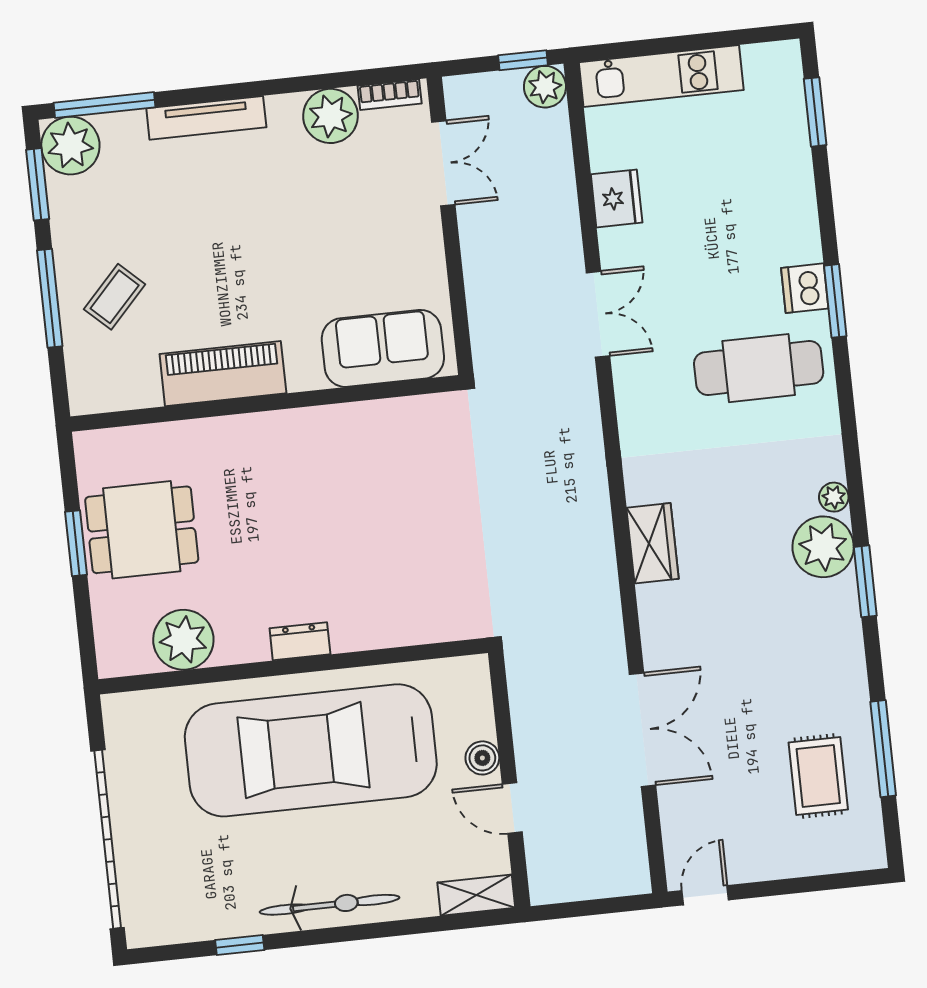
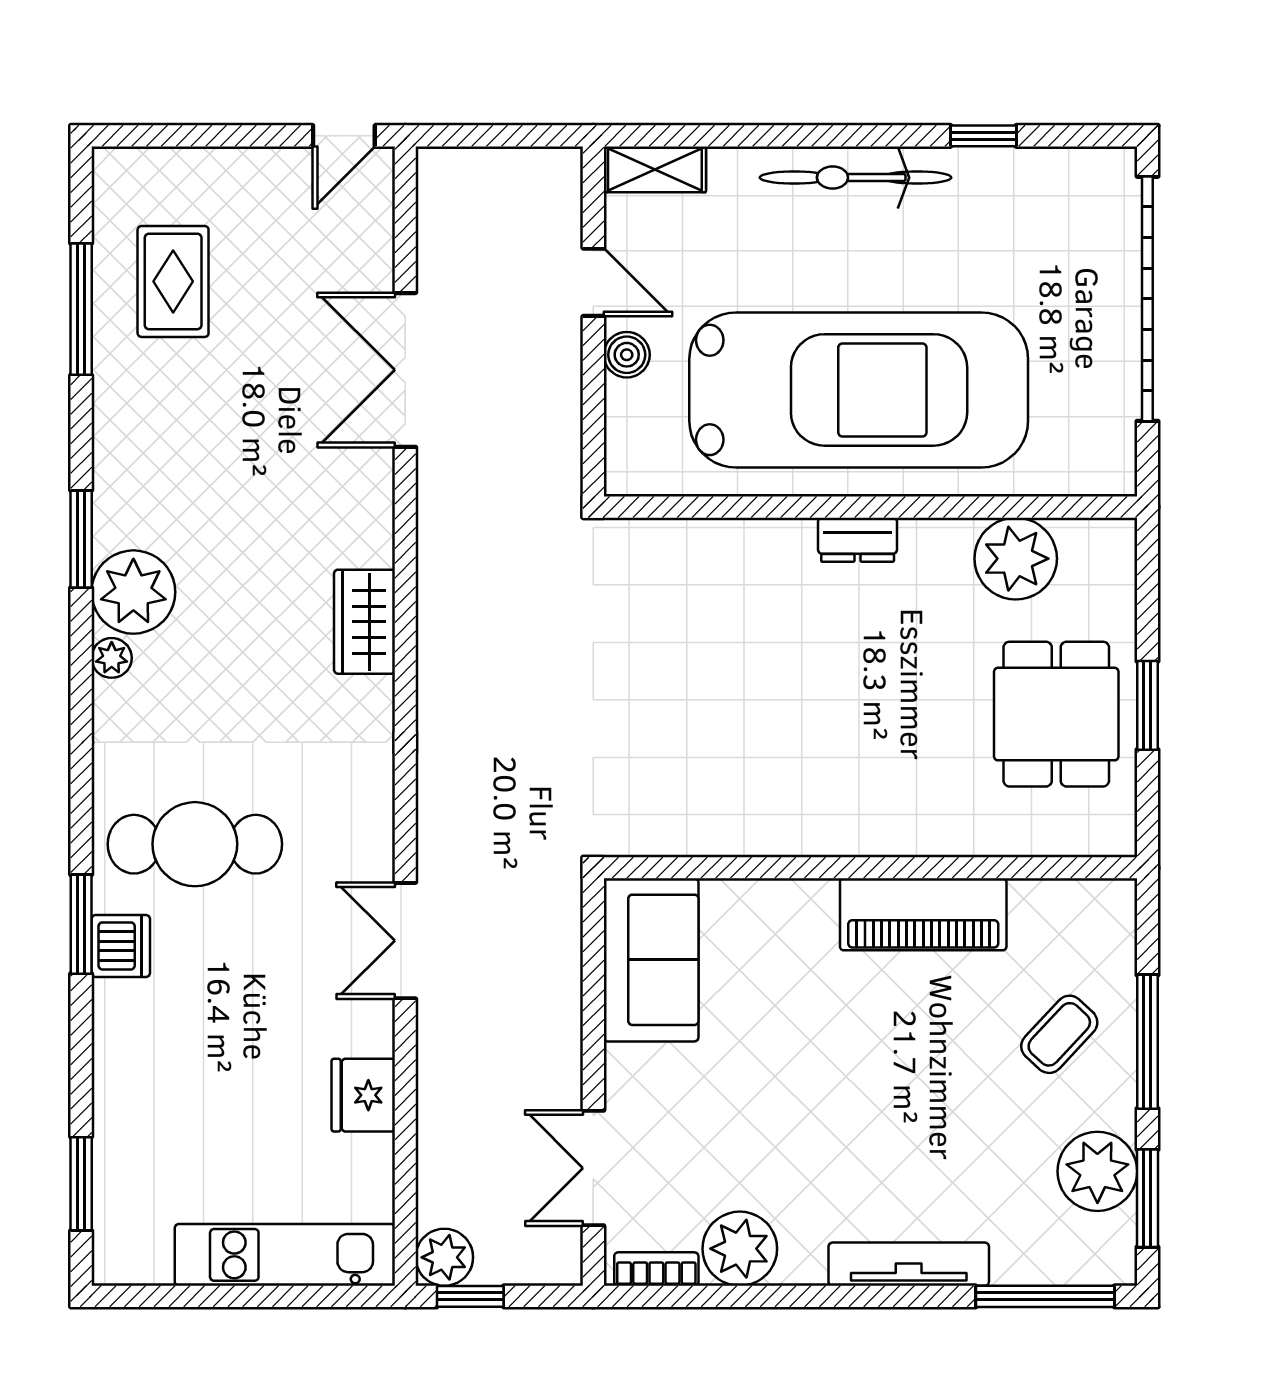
plant: (70, 146) -> (1097, 1171), moved
sofa: (383, 348) -> (651, 960), moved, turned -90
dining table: (142, 530) -> (1056, 714), turned 90

